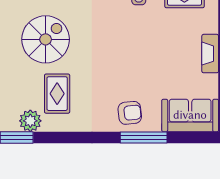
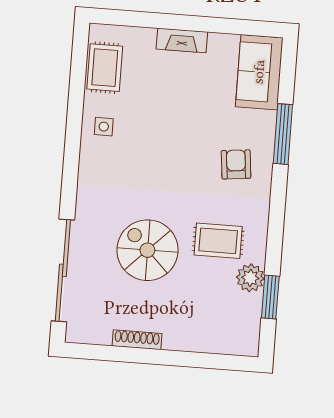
armchair: (130, 113) -> (236, 164), moved

